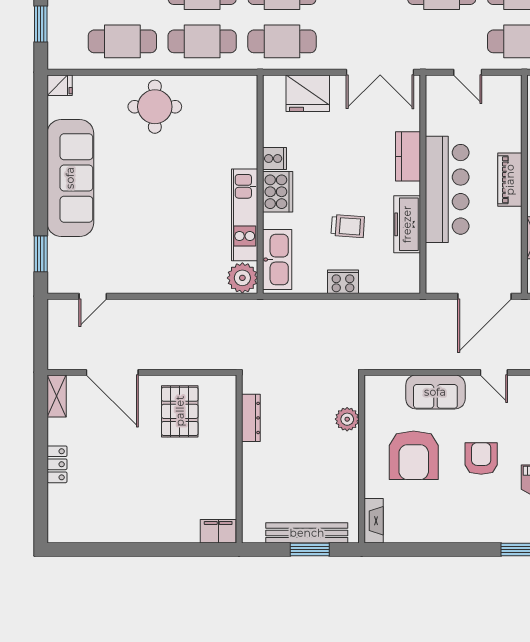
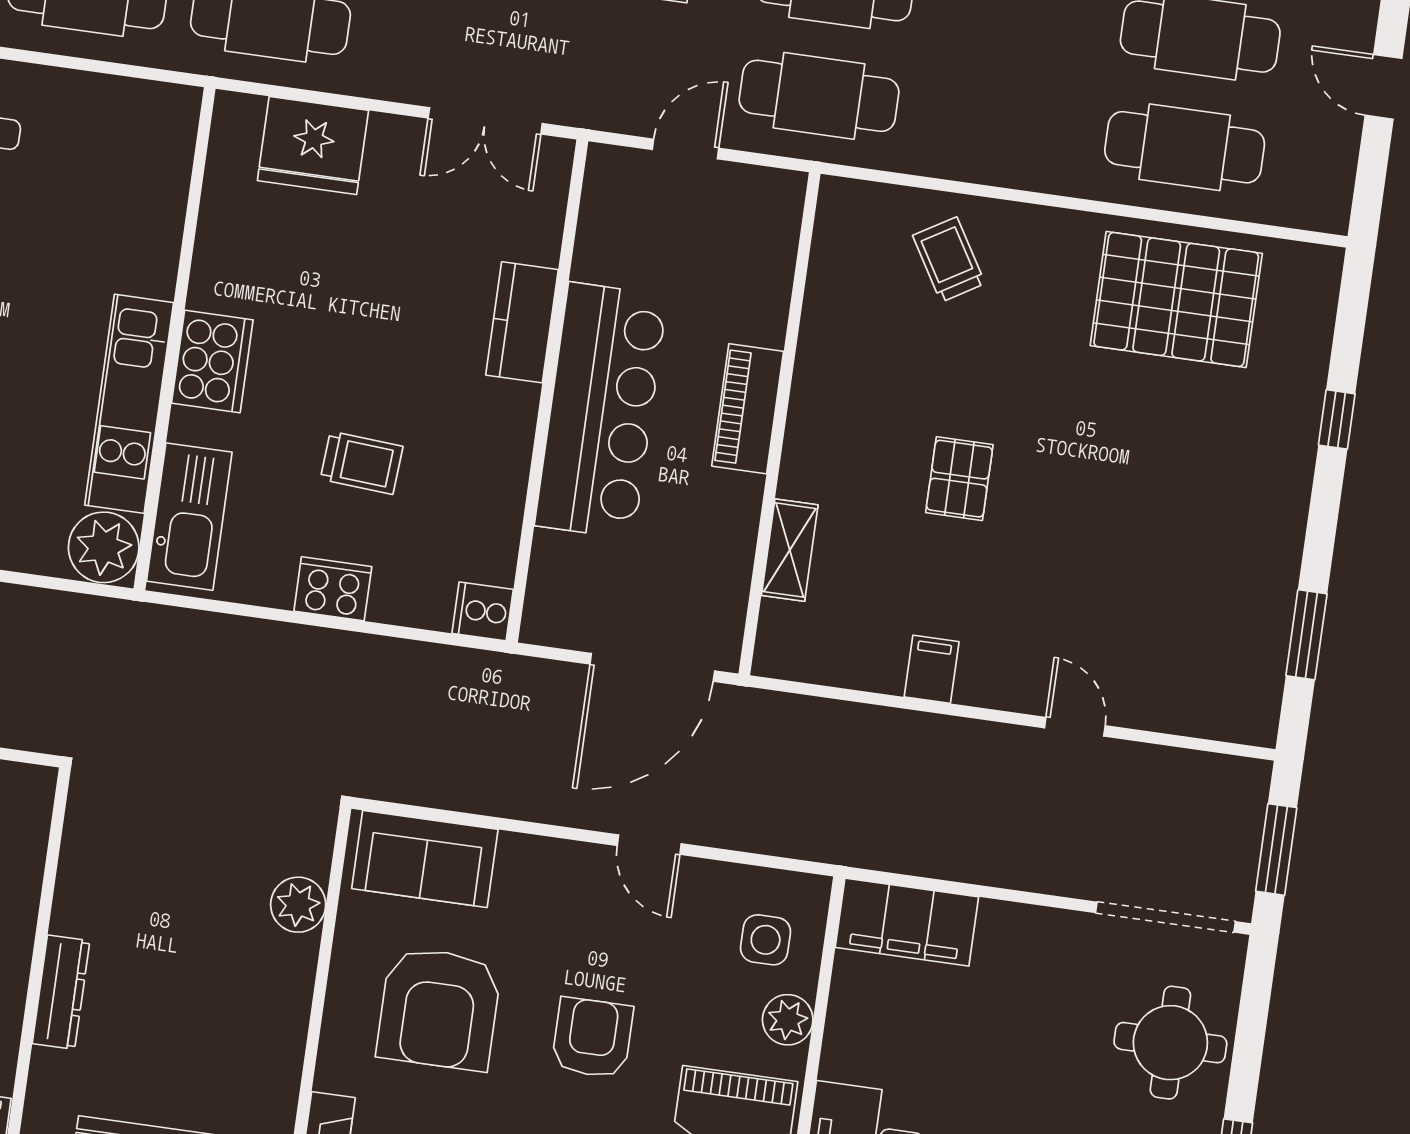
double door: (380, 72) -> (485, 121), width x0.73
door: (468, 72) -> (685, 149), swing flipped
cooker: (275, 159) -> (483, 611), moved, turned 180
freezer: (407, 224) -> (498, 478), removed
sofa: (435, 392) -> (425, 859), moved
dresser: (251, 418) -> (61, 992), moved

